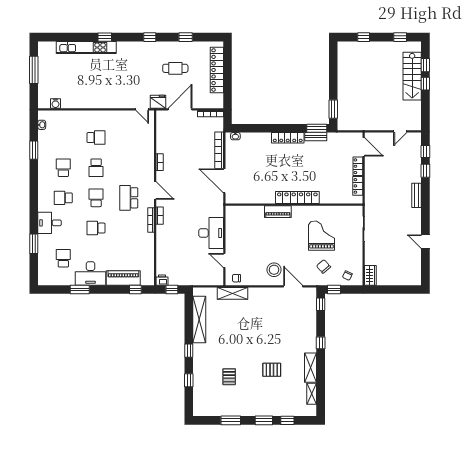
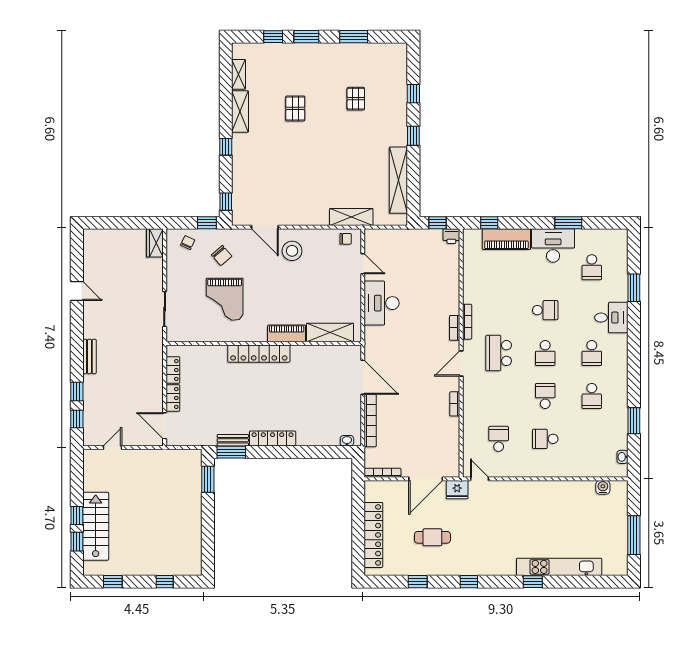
school desk: (129, 138) -> (499, 439), added
door: (155, 190) -> (461, 364), hinge flipped
school desk: (63, 198) -> (592, 353), turned 90
school desk: (129, 198) -> (499, 353), turned 180
shelving: (247, 212) -> (330, 333), added
pallet: (272, 370) -> (295, 108), turned 90

